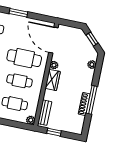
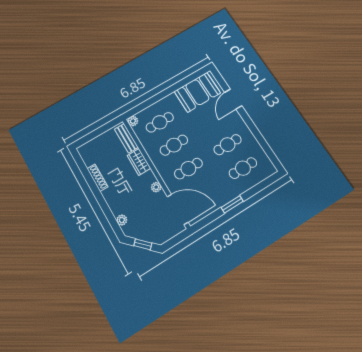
cafe table: (24, 58) -> (188, 169), width x0.73, depth x0.74
wardrobe: (53, 80) -> (139, 162), moved
window: (92, 100) -> (94, 188), removed
window: (54, 132) -> (103, 129), removed

